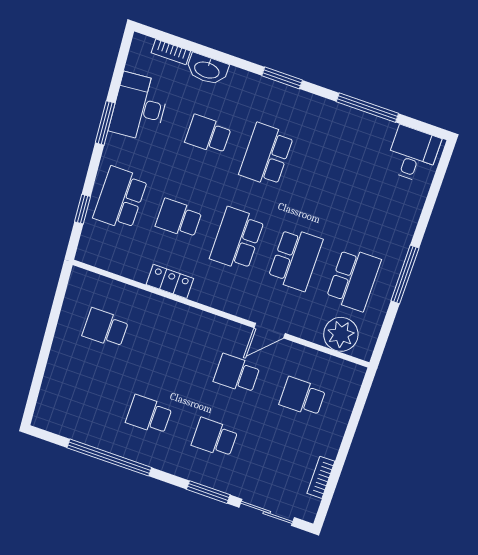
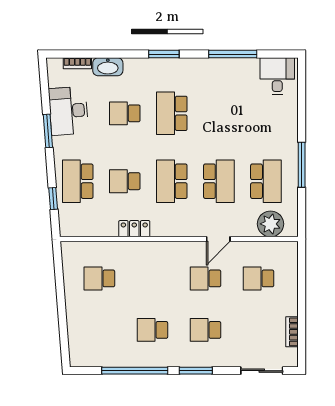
window: (208, 492) -> (196, 371), moved

